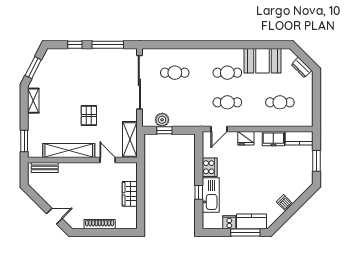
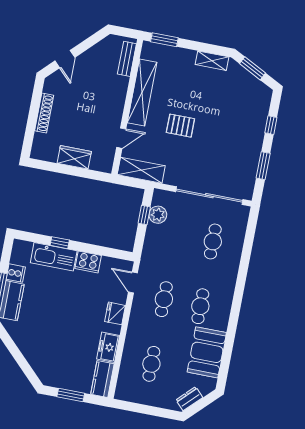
window: (108, 45) -> (263, 166), width x0.69
dishwasher: (285, 203) -> (27, 346), removed

